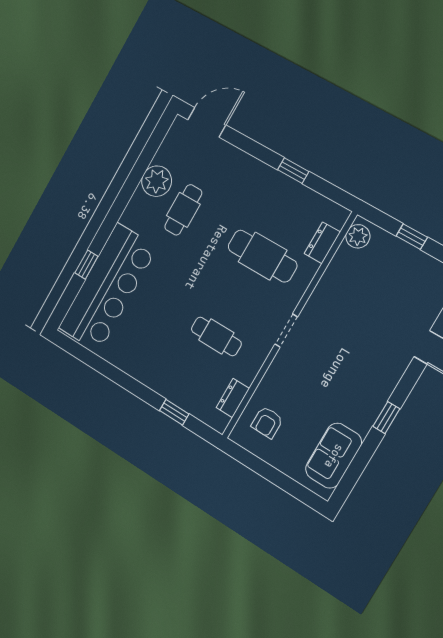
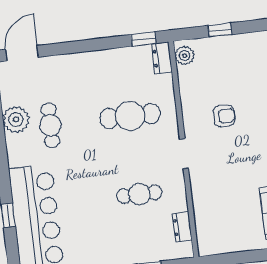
window: (293, 171) -> (144, 39), moved
dresser: (322, 243) -> (162, 58), moved
armchair: (267, 422) -> (224, 116), moved, turned -90

